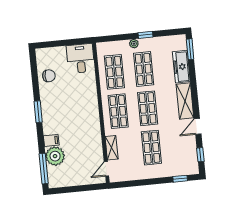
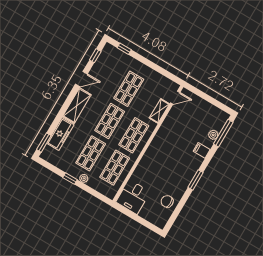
plant: (55, 156) -> (213, 135), width x0.53, depth x0.53

